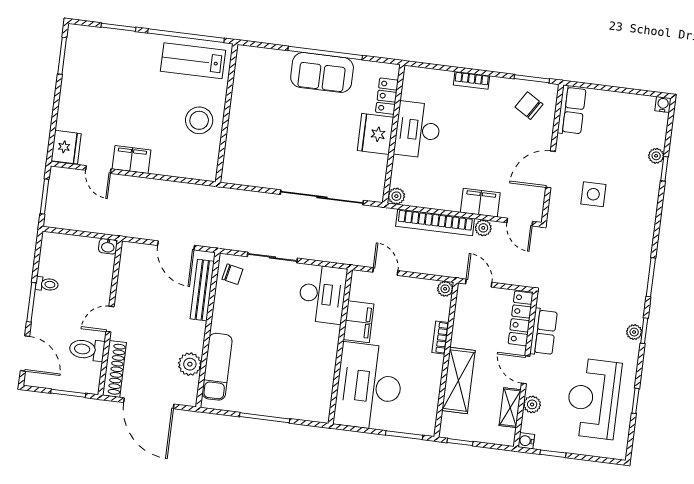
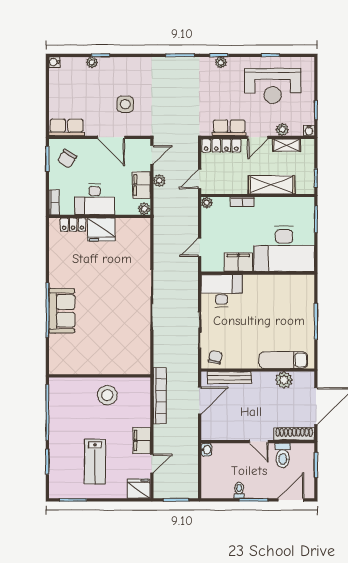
lab bench: (193, 61) -> (95, 462), moved
locker: (387, 96) -> (73, 225), moved
desk: (418, 130) -> (95, 199), moved
fridge: (375, 134) -> (101, 229), moved
wall: (394, 134) -> (100, 216), moved
plant: (396, 196) -> (144, 209), moved
bookcase: (435, 222) -> (160, 396), moved

